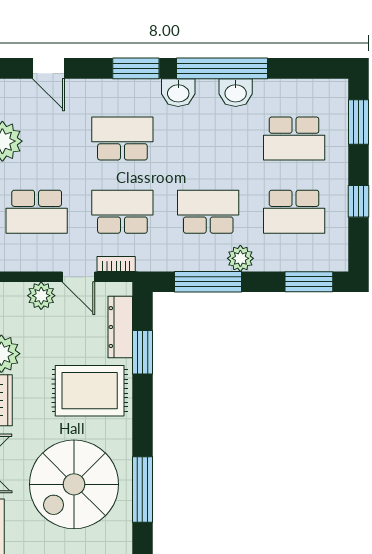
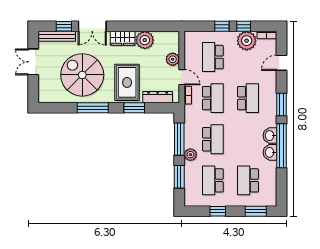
washbasin: (178, 93) -> (270, 136), moved
door: (79, 277) -> (182, 77), swing flipped
window: (309, 282) -> (179, 177), moved
window: (142, 352) -> (134, 108), moved
window: (142, 489) -> (93, 108), moved

